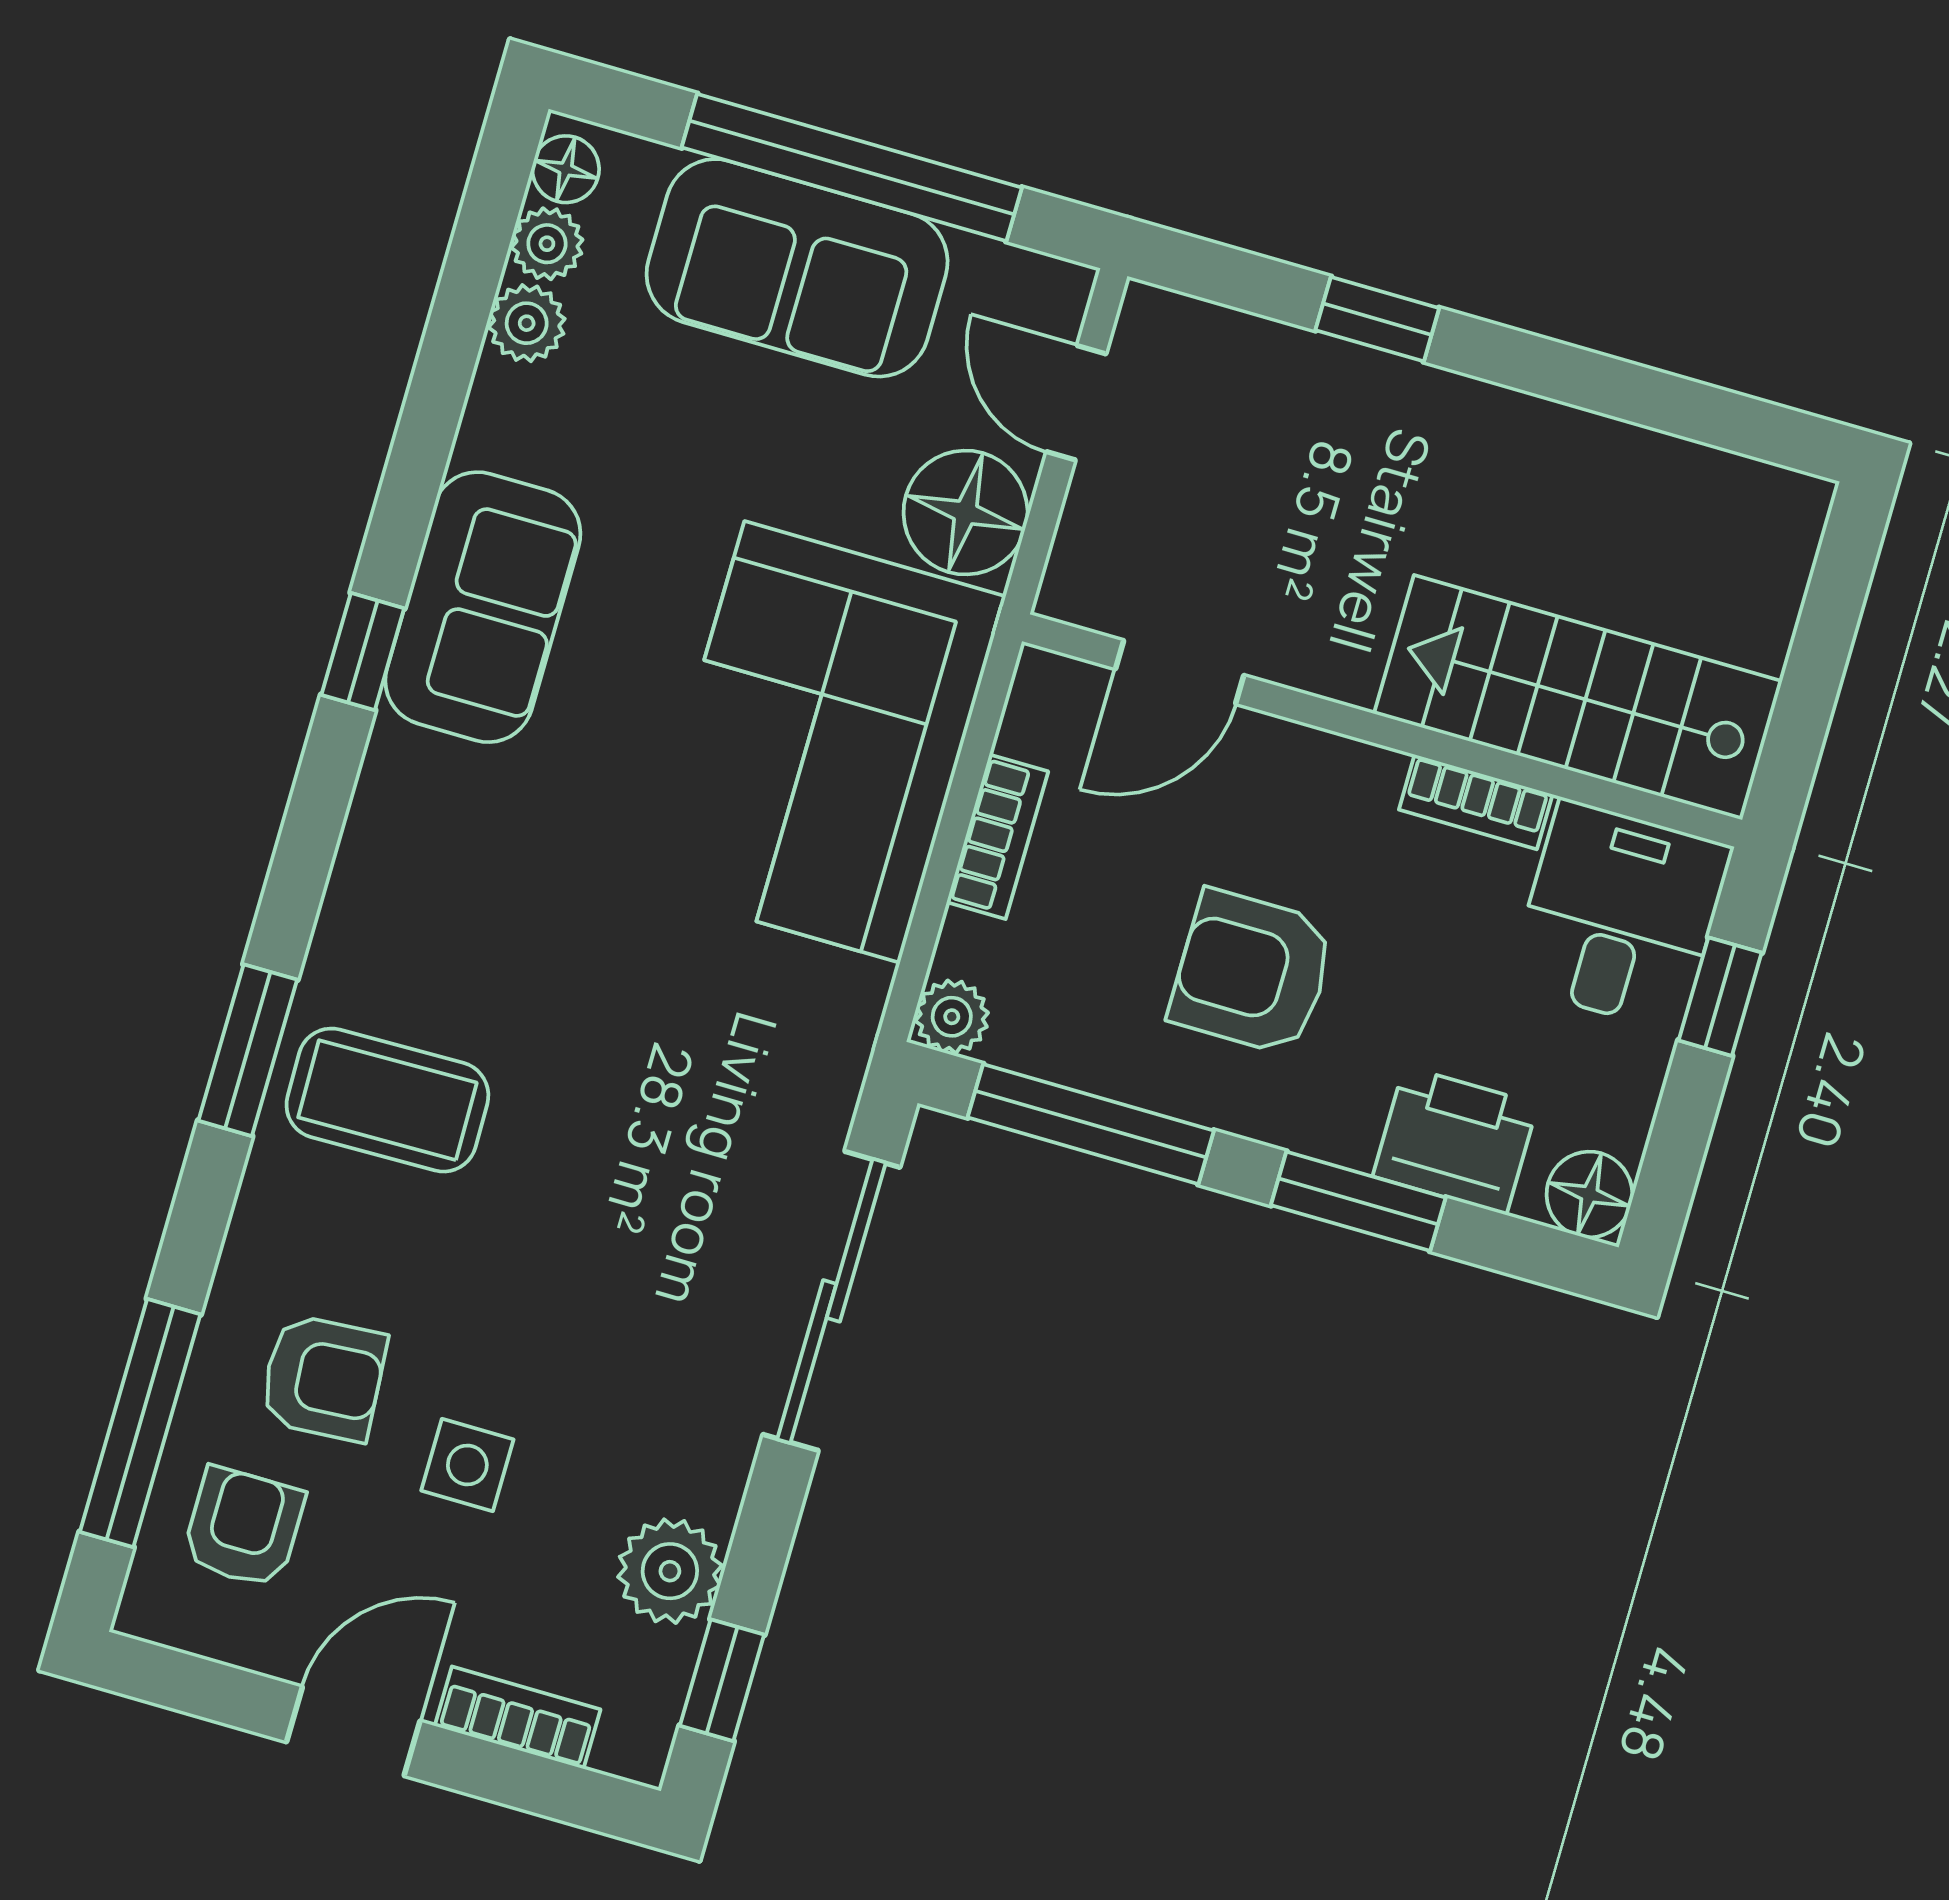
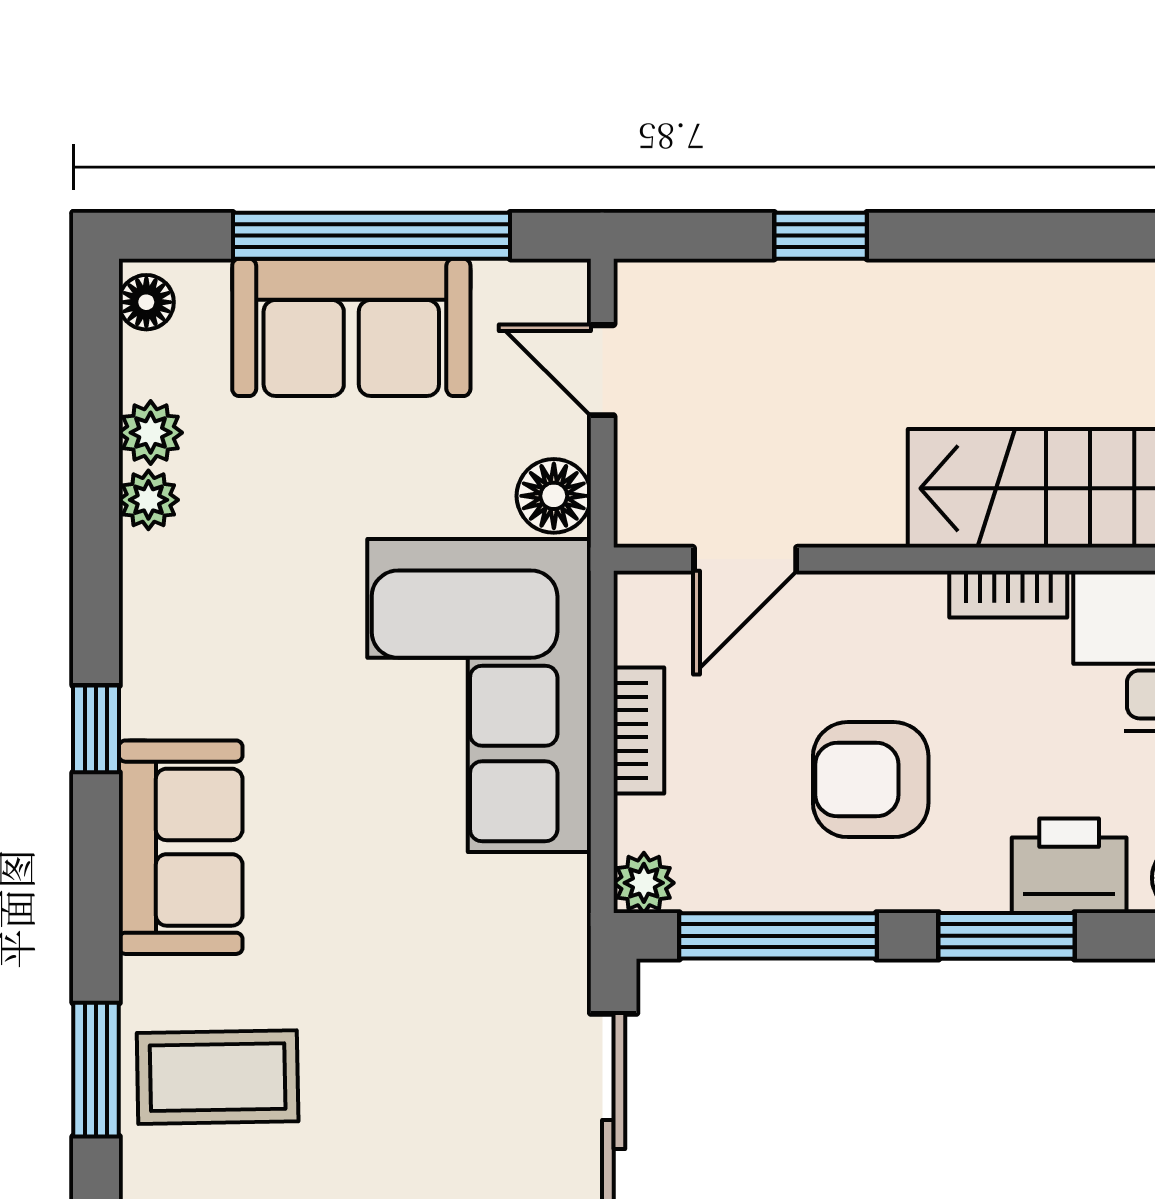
plant: (547, 244) -> (148, 500), moved
floor lamp: (966, 513) -> (554, 496), width x0.73, depth x0.73
sofa: (483, 607) -> (181, 847), moved

